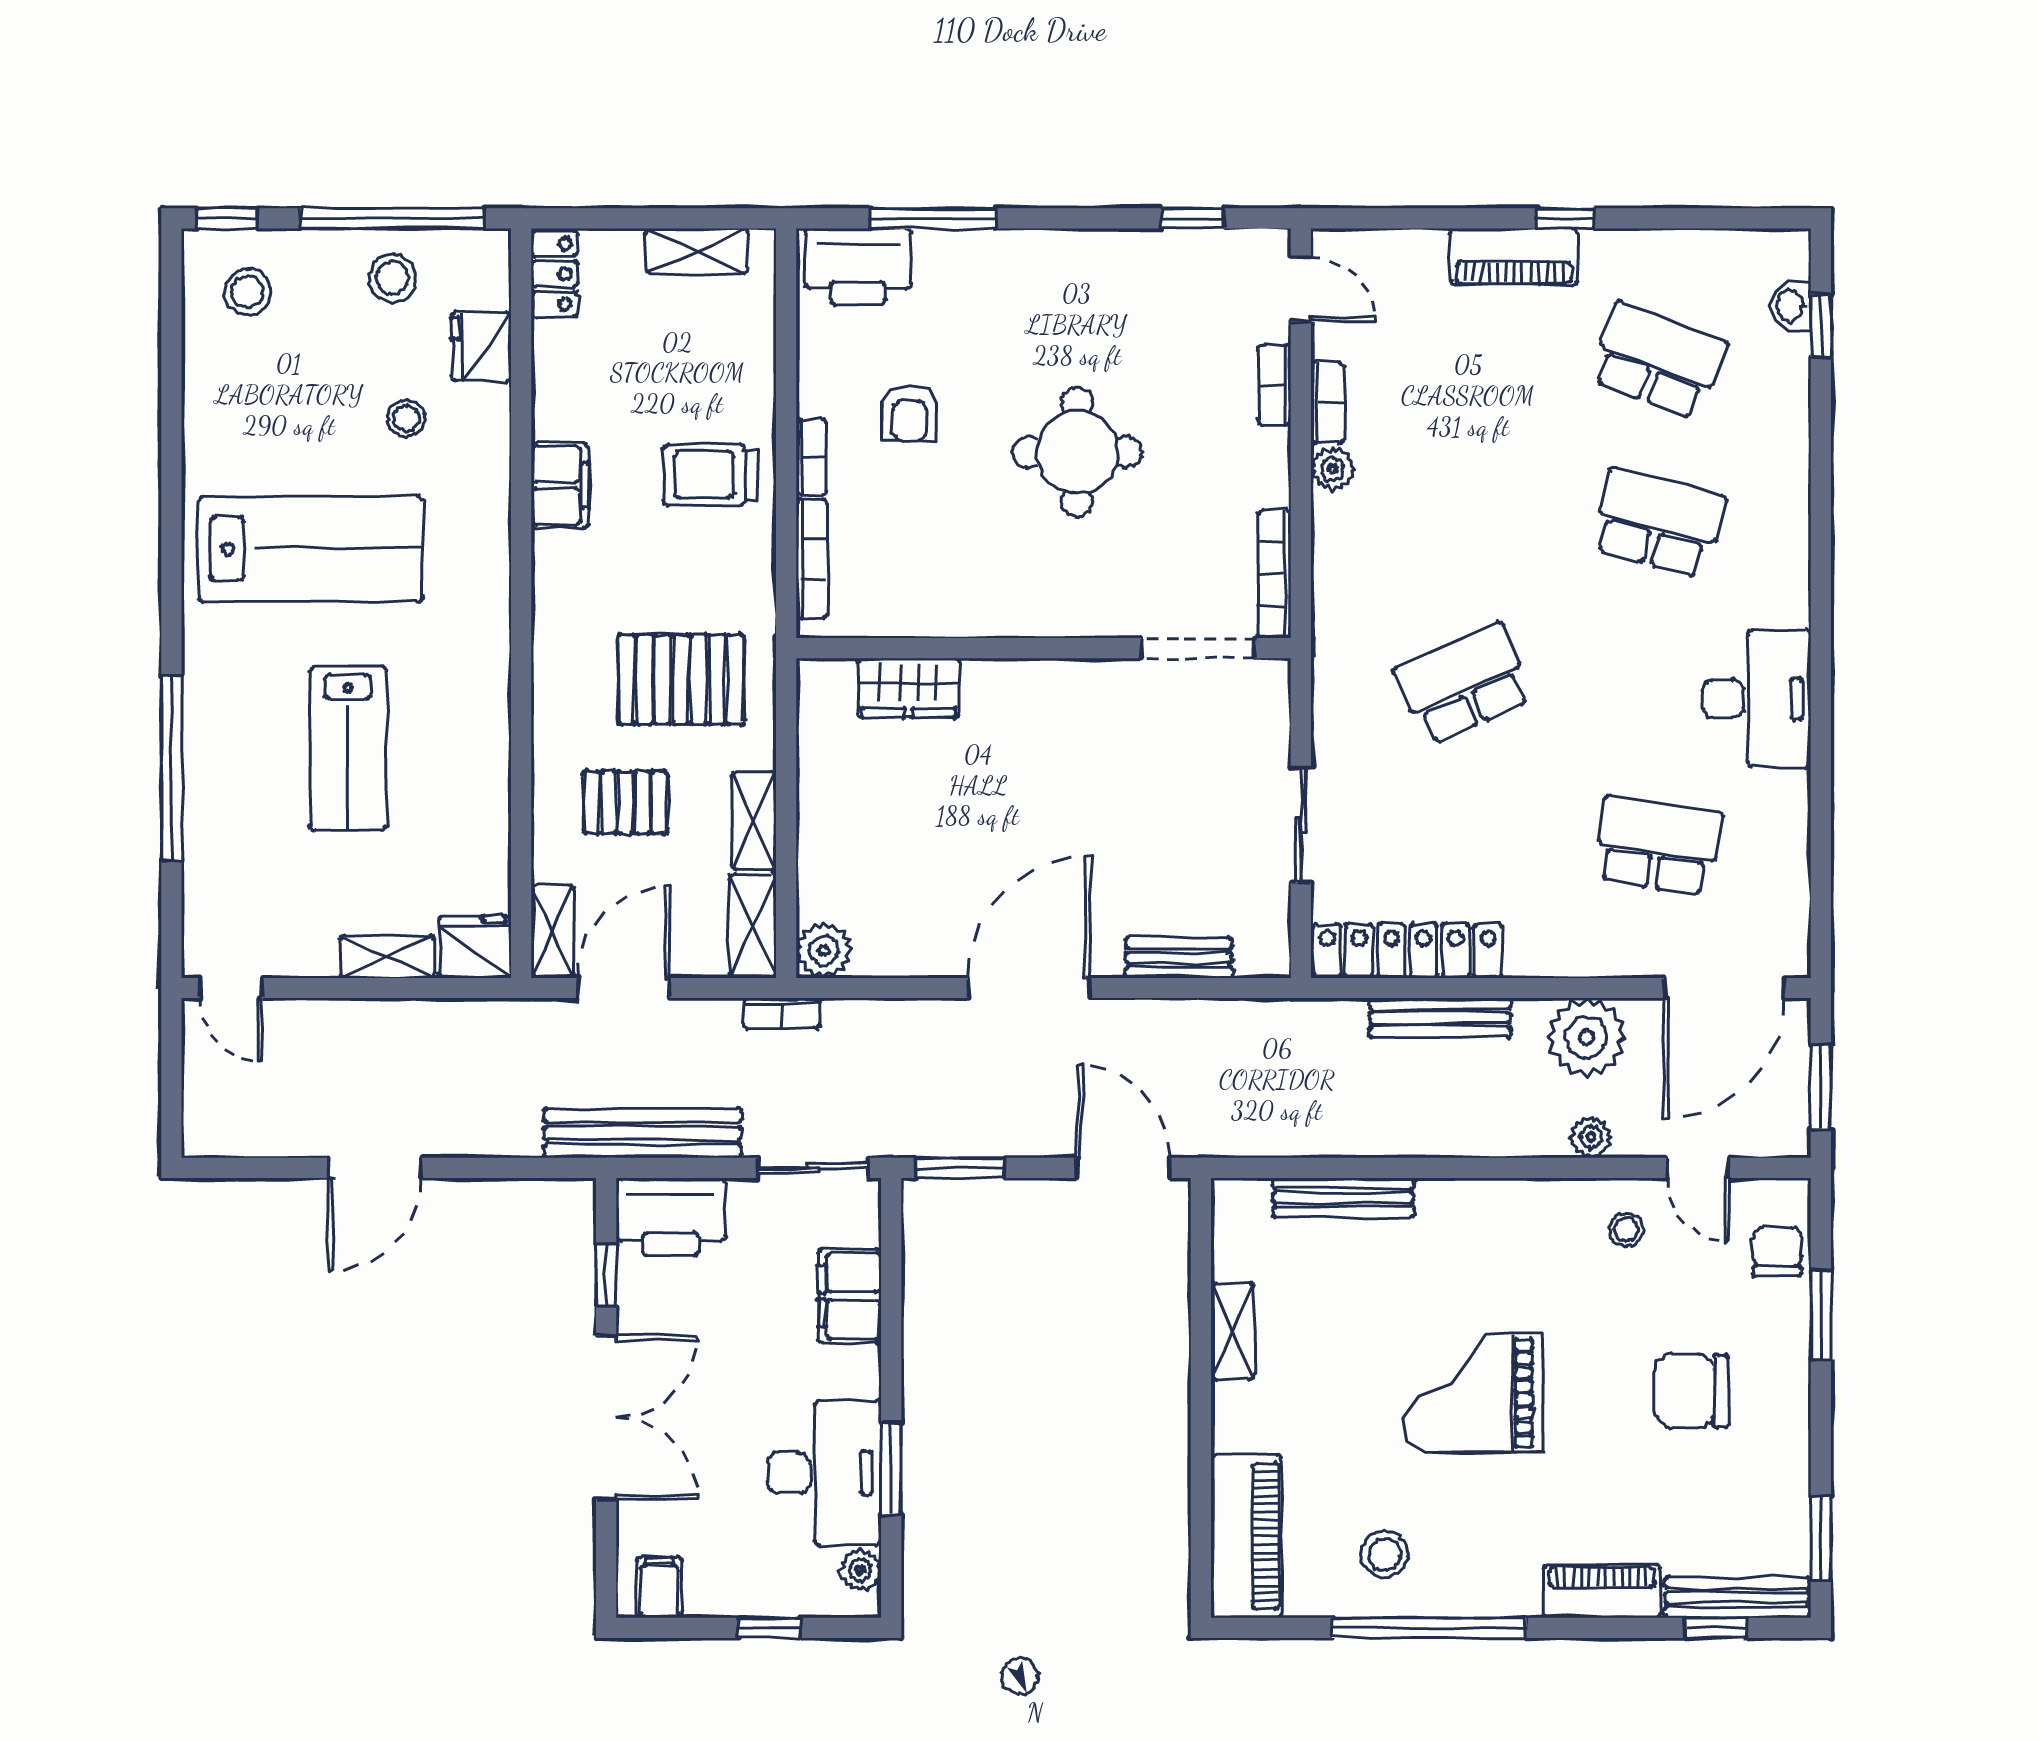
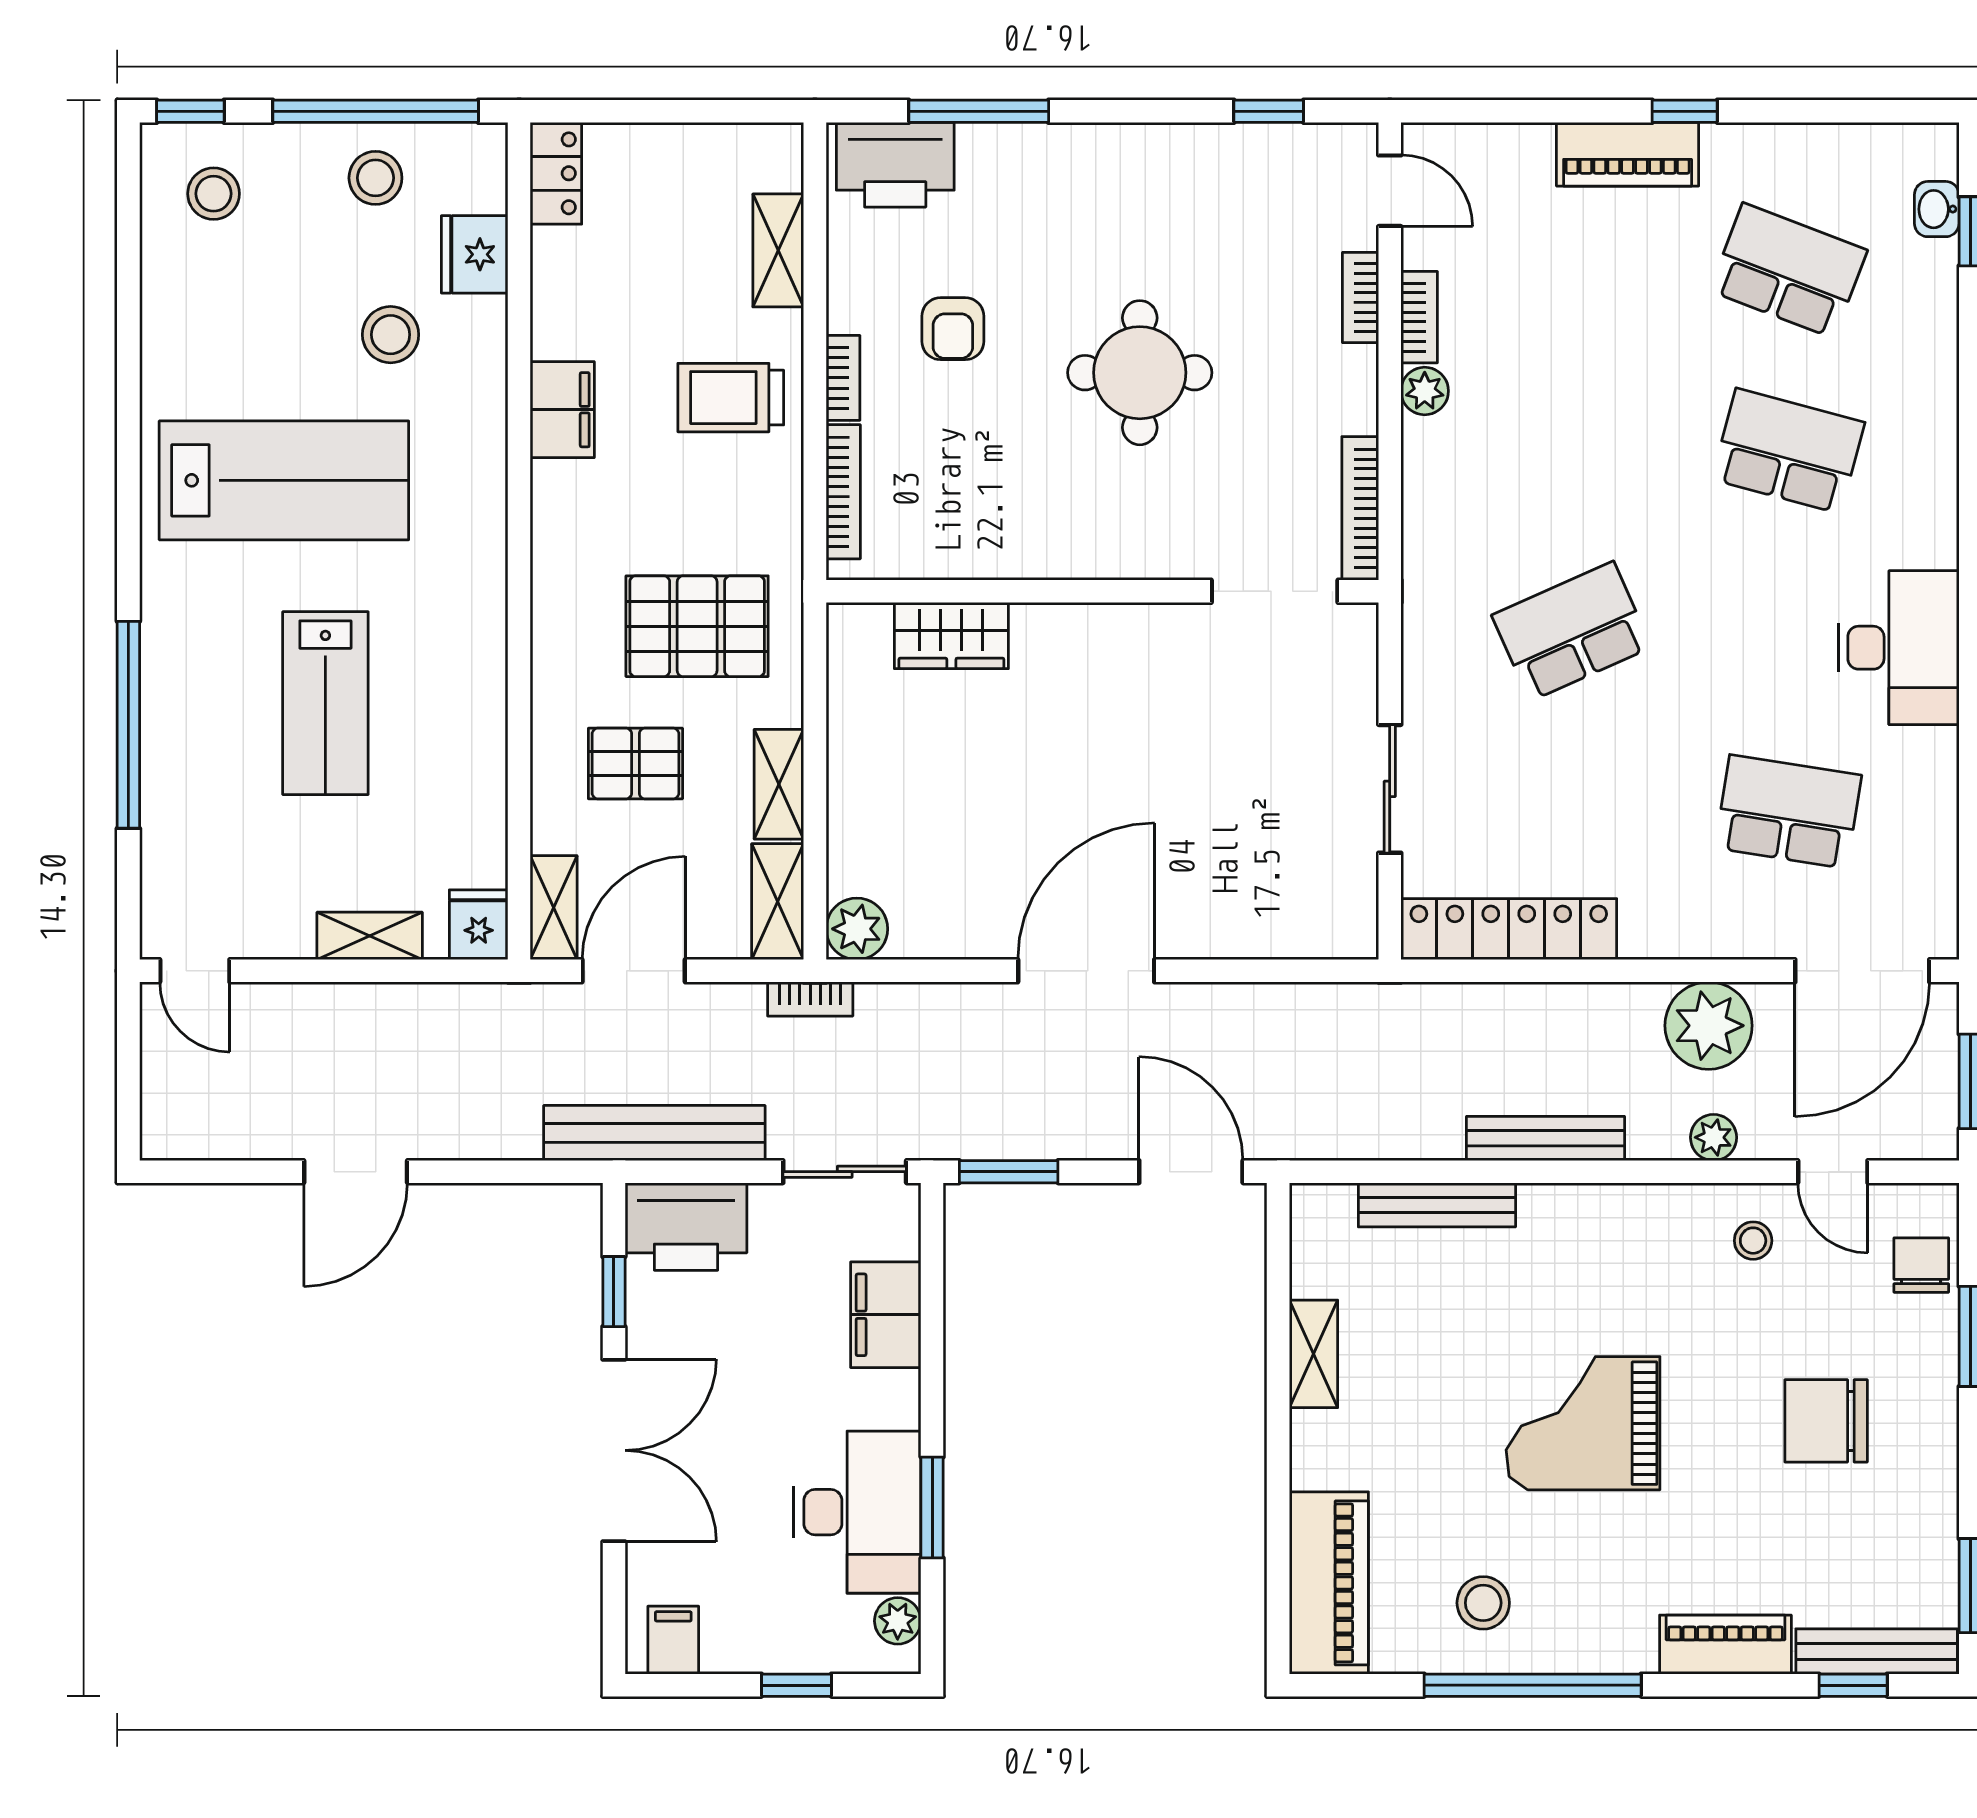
shelving: (696, 251) -> (778, 250), moved, turned 90
stool: (406, 418) -> (391, 335), width x1.37, depth x1.37
fridge: (475, 947) -> (479, 925), width x0.72
bench: (1179, 958) -> (1253, 937), removed
bench: (1440, 1018) -> (1545, 1138), moved

